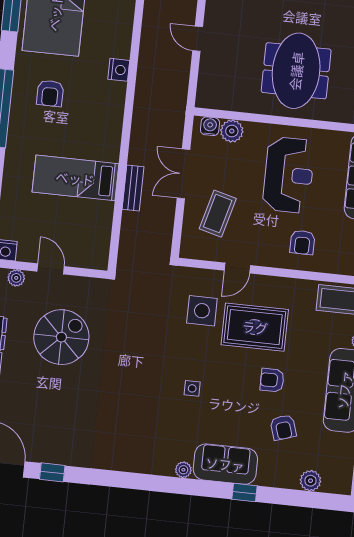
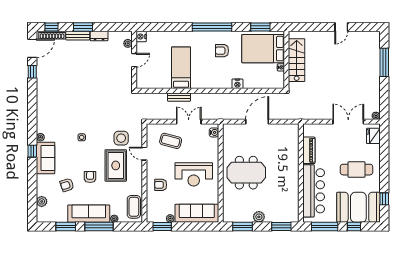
door: (198, 39) -> (257, 122), width x1.87
plant: (232, 131) -> (213, 144), removed
spiral stairs: (61, 337) -> (101, 69), removed
window: (245, 493) -> (32, 151), moved

